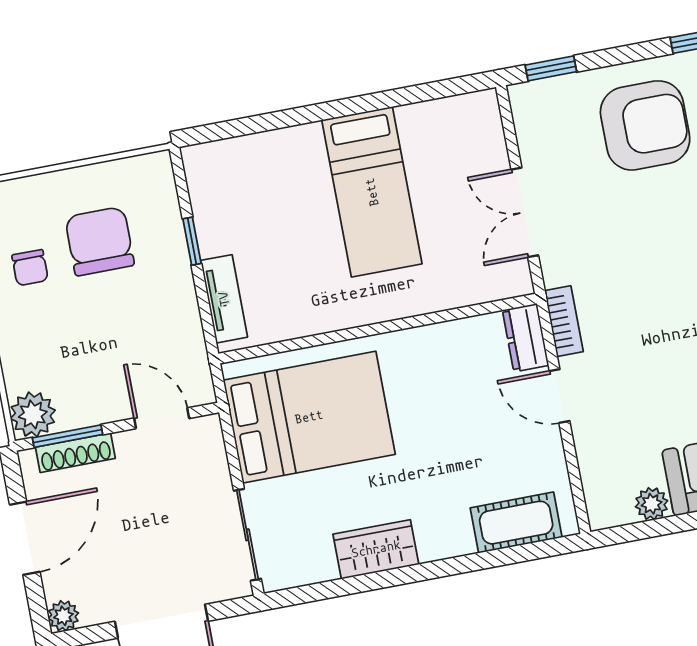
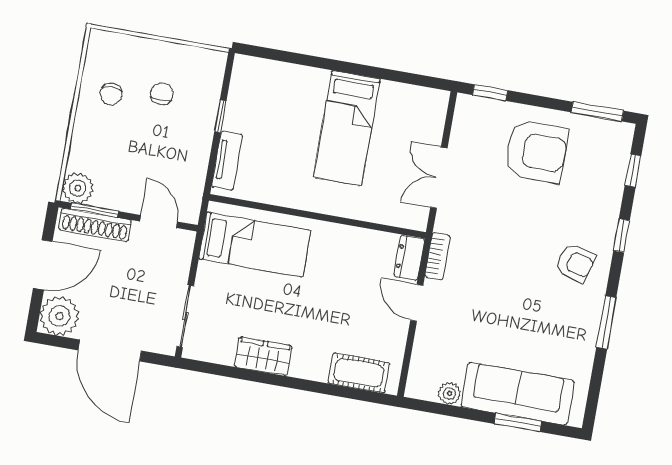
chair: (100, 241) -> (162, 94), width x0.54, depth x0.54
bed: (309, 417) -> (255, 245), width x0.67
shoe rack: (75, 453) -> (95, 225), width x1.36, depth x1.24
plant: (63, 616) -> (59, 316), width x1.88, depth x1.88

